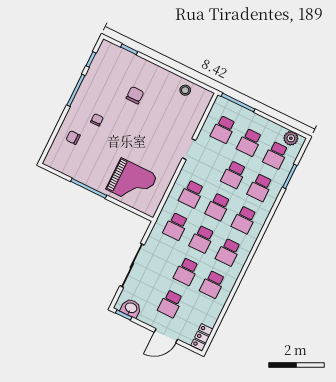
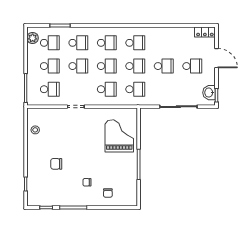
school desk: (212, 284) -> (164, 43), removed

